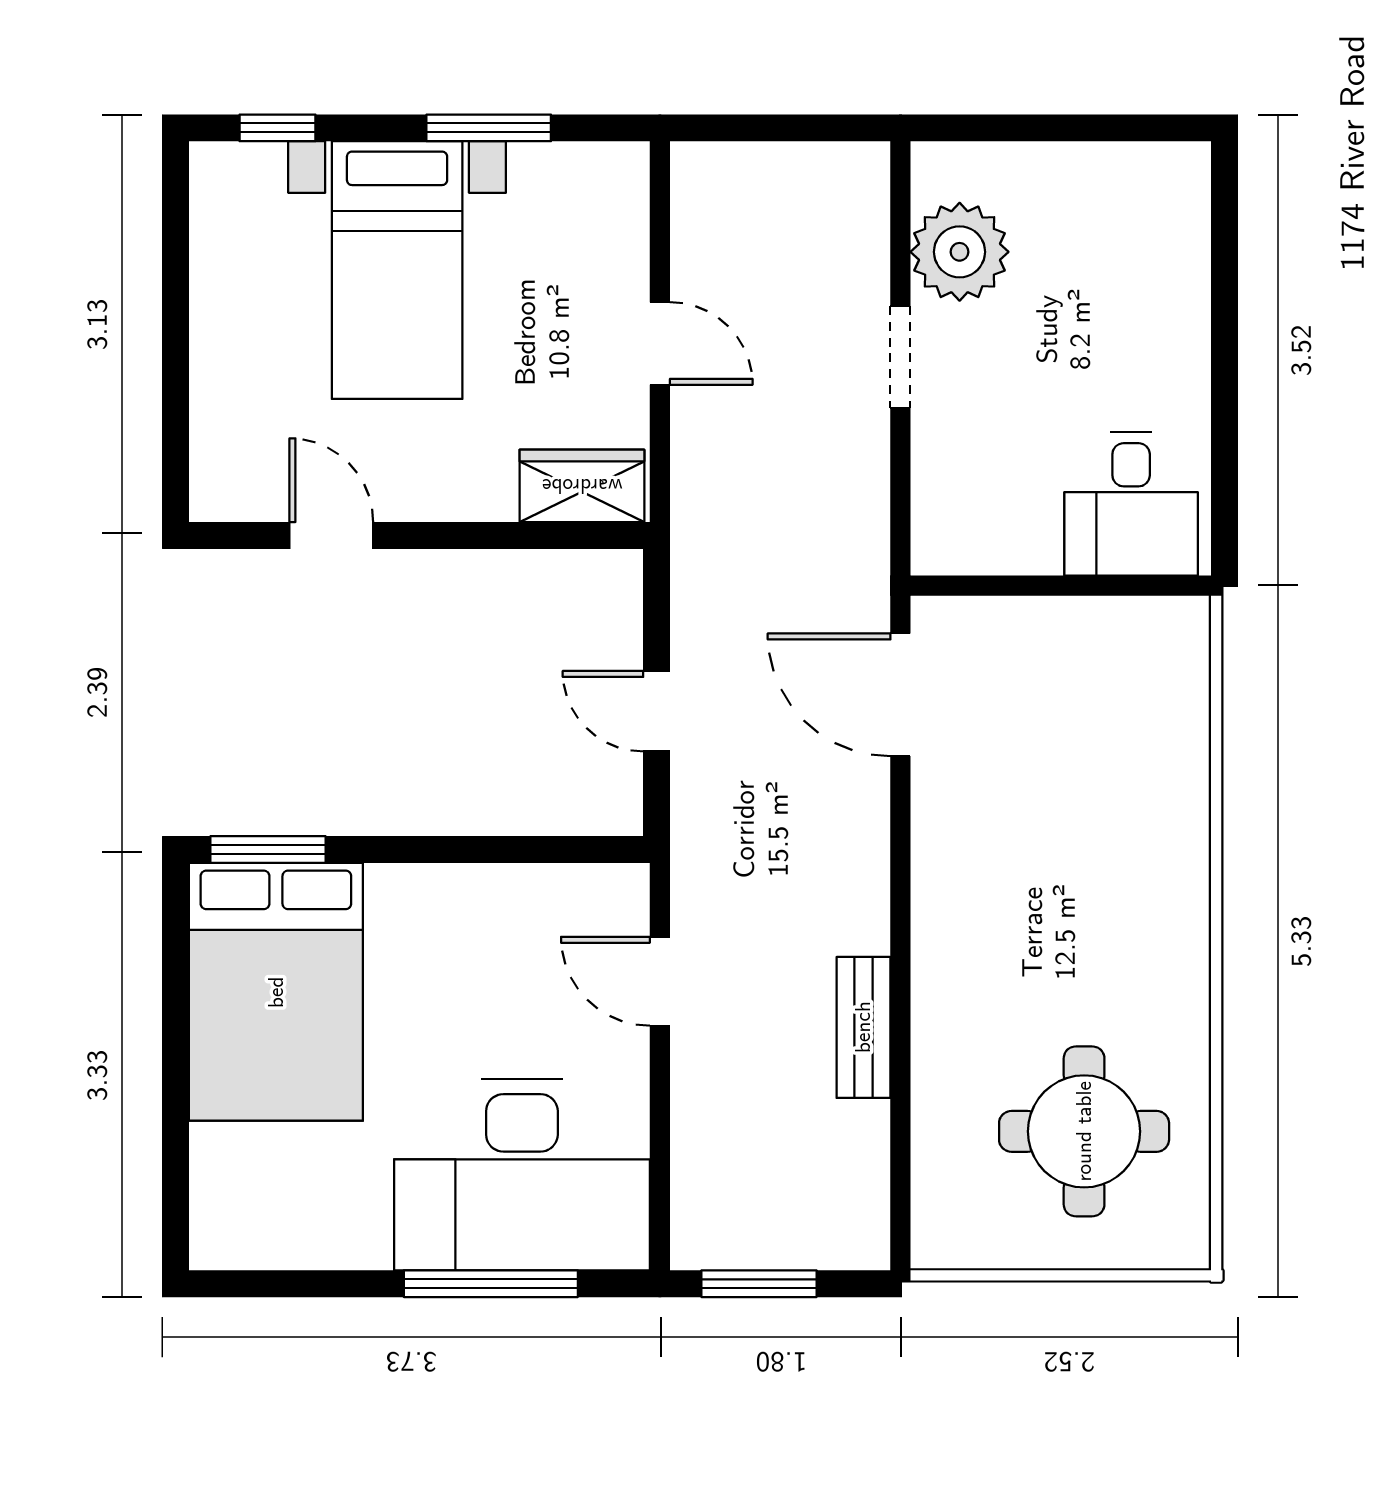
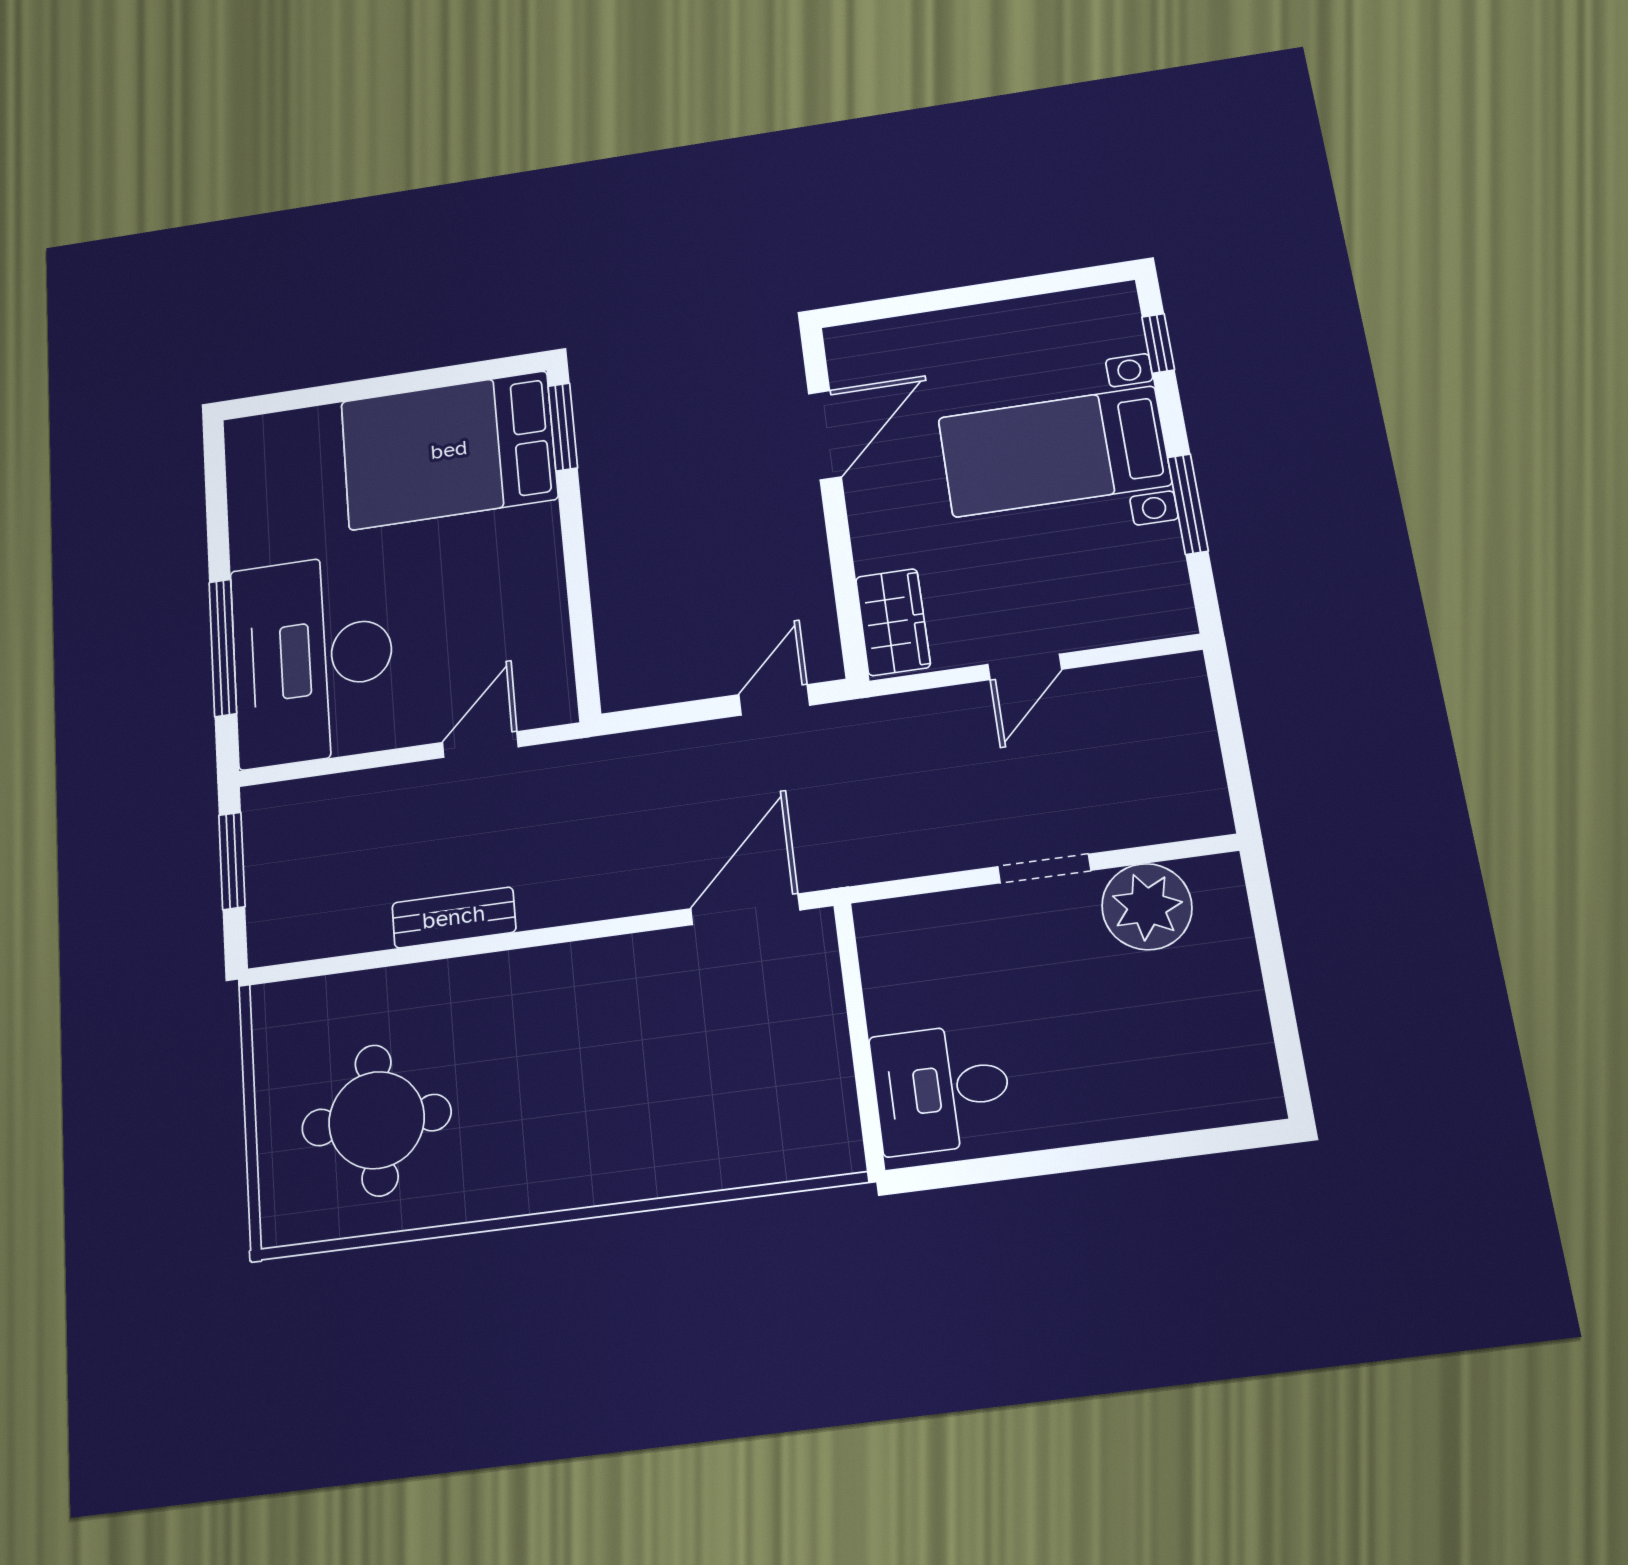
door: (331, 535) -> (825, 435), width x1.38
door: (657, 711) -> (774, 700), moved

